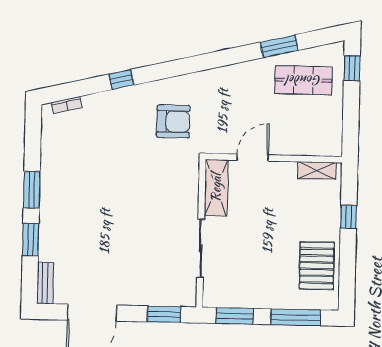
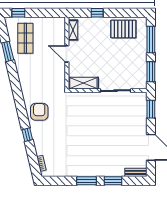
armchair: (173, 122) -> (39, 112), moved
door: (253, 158) -> (67, 54), moved

